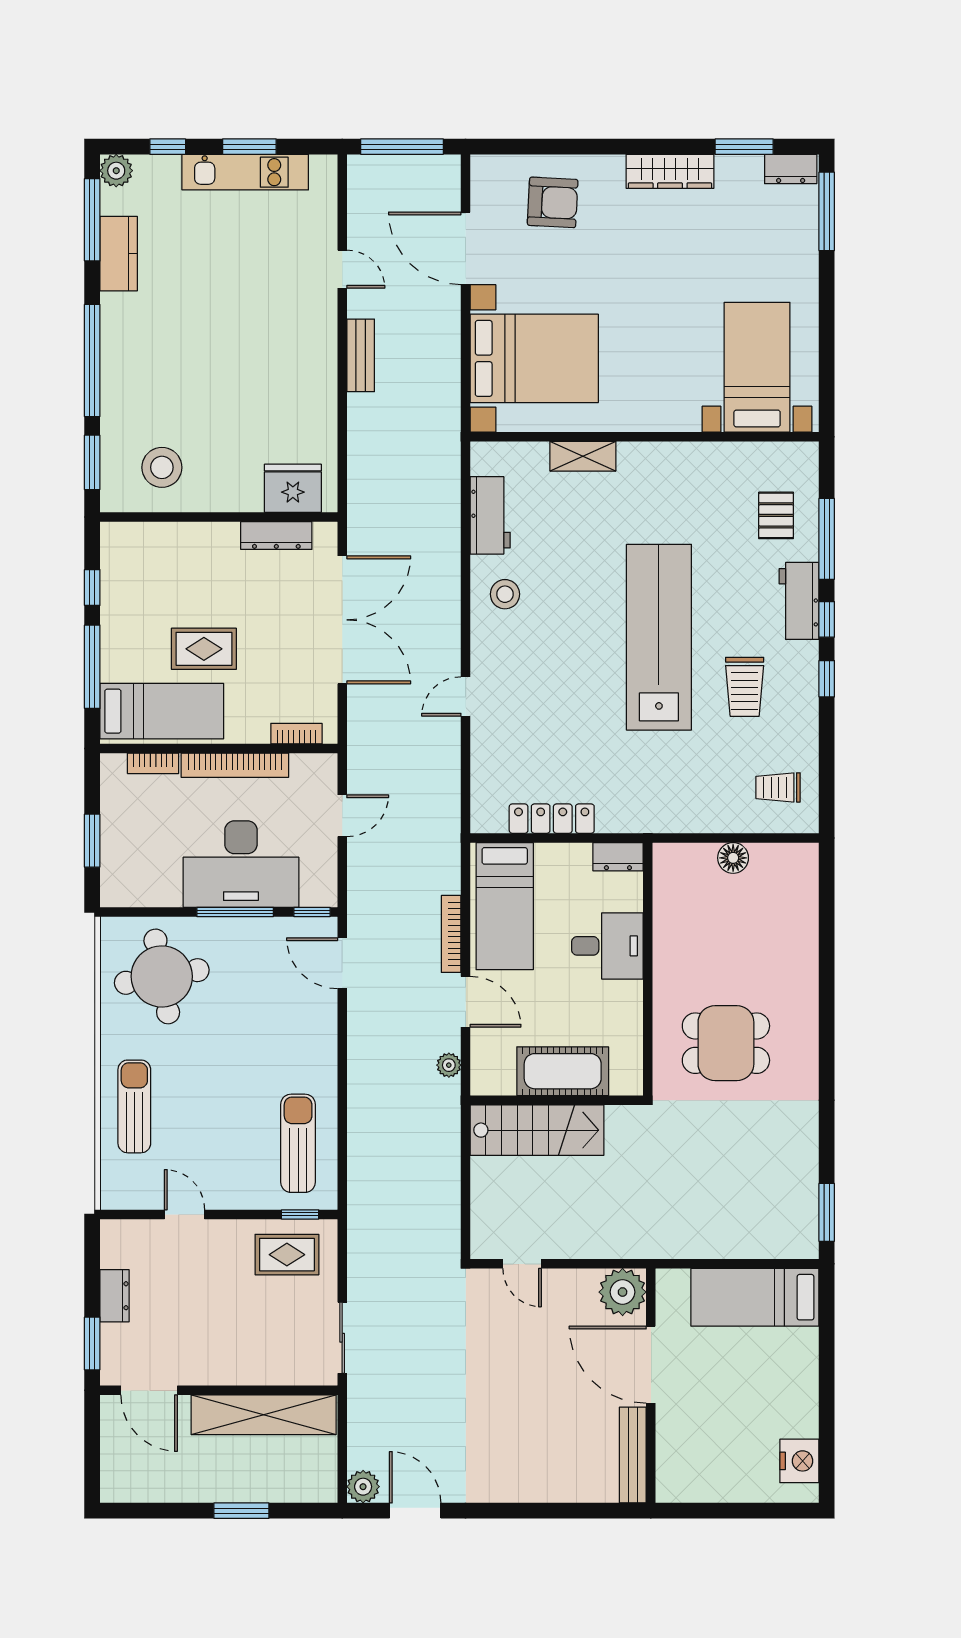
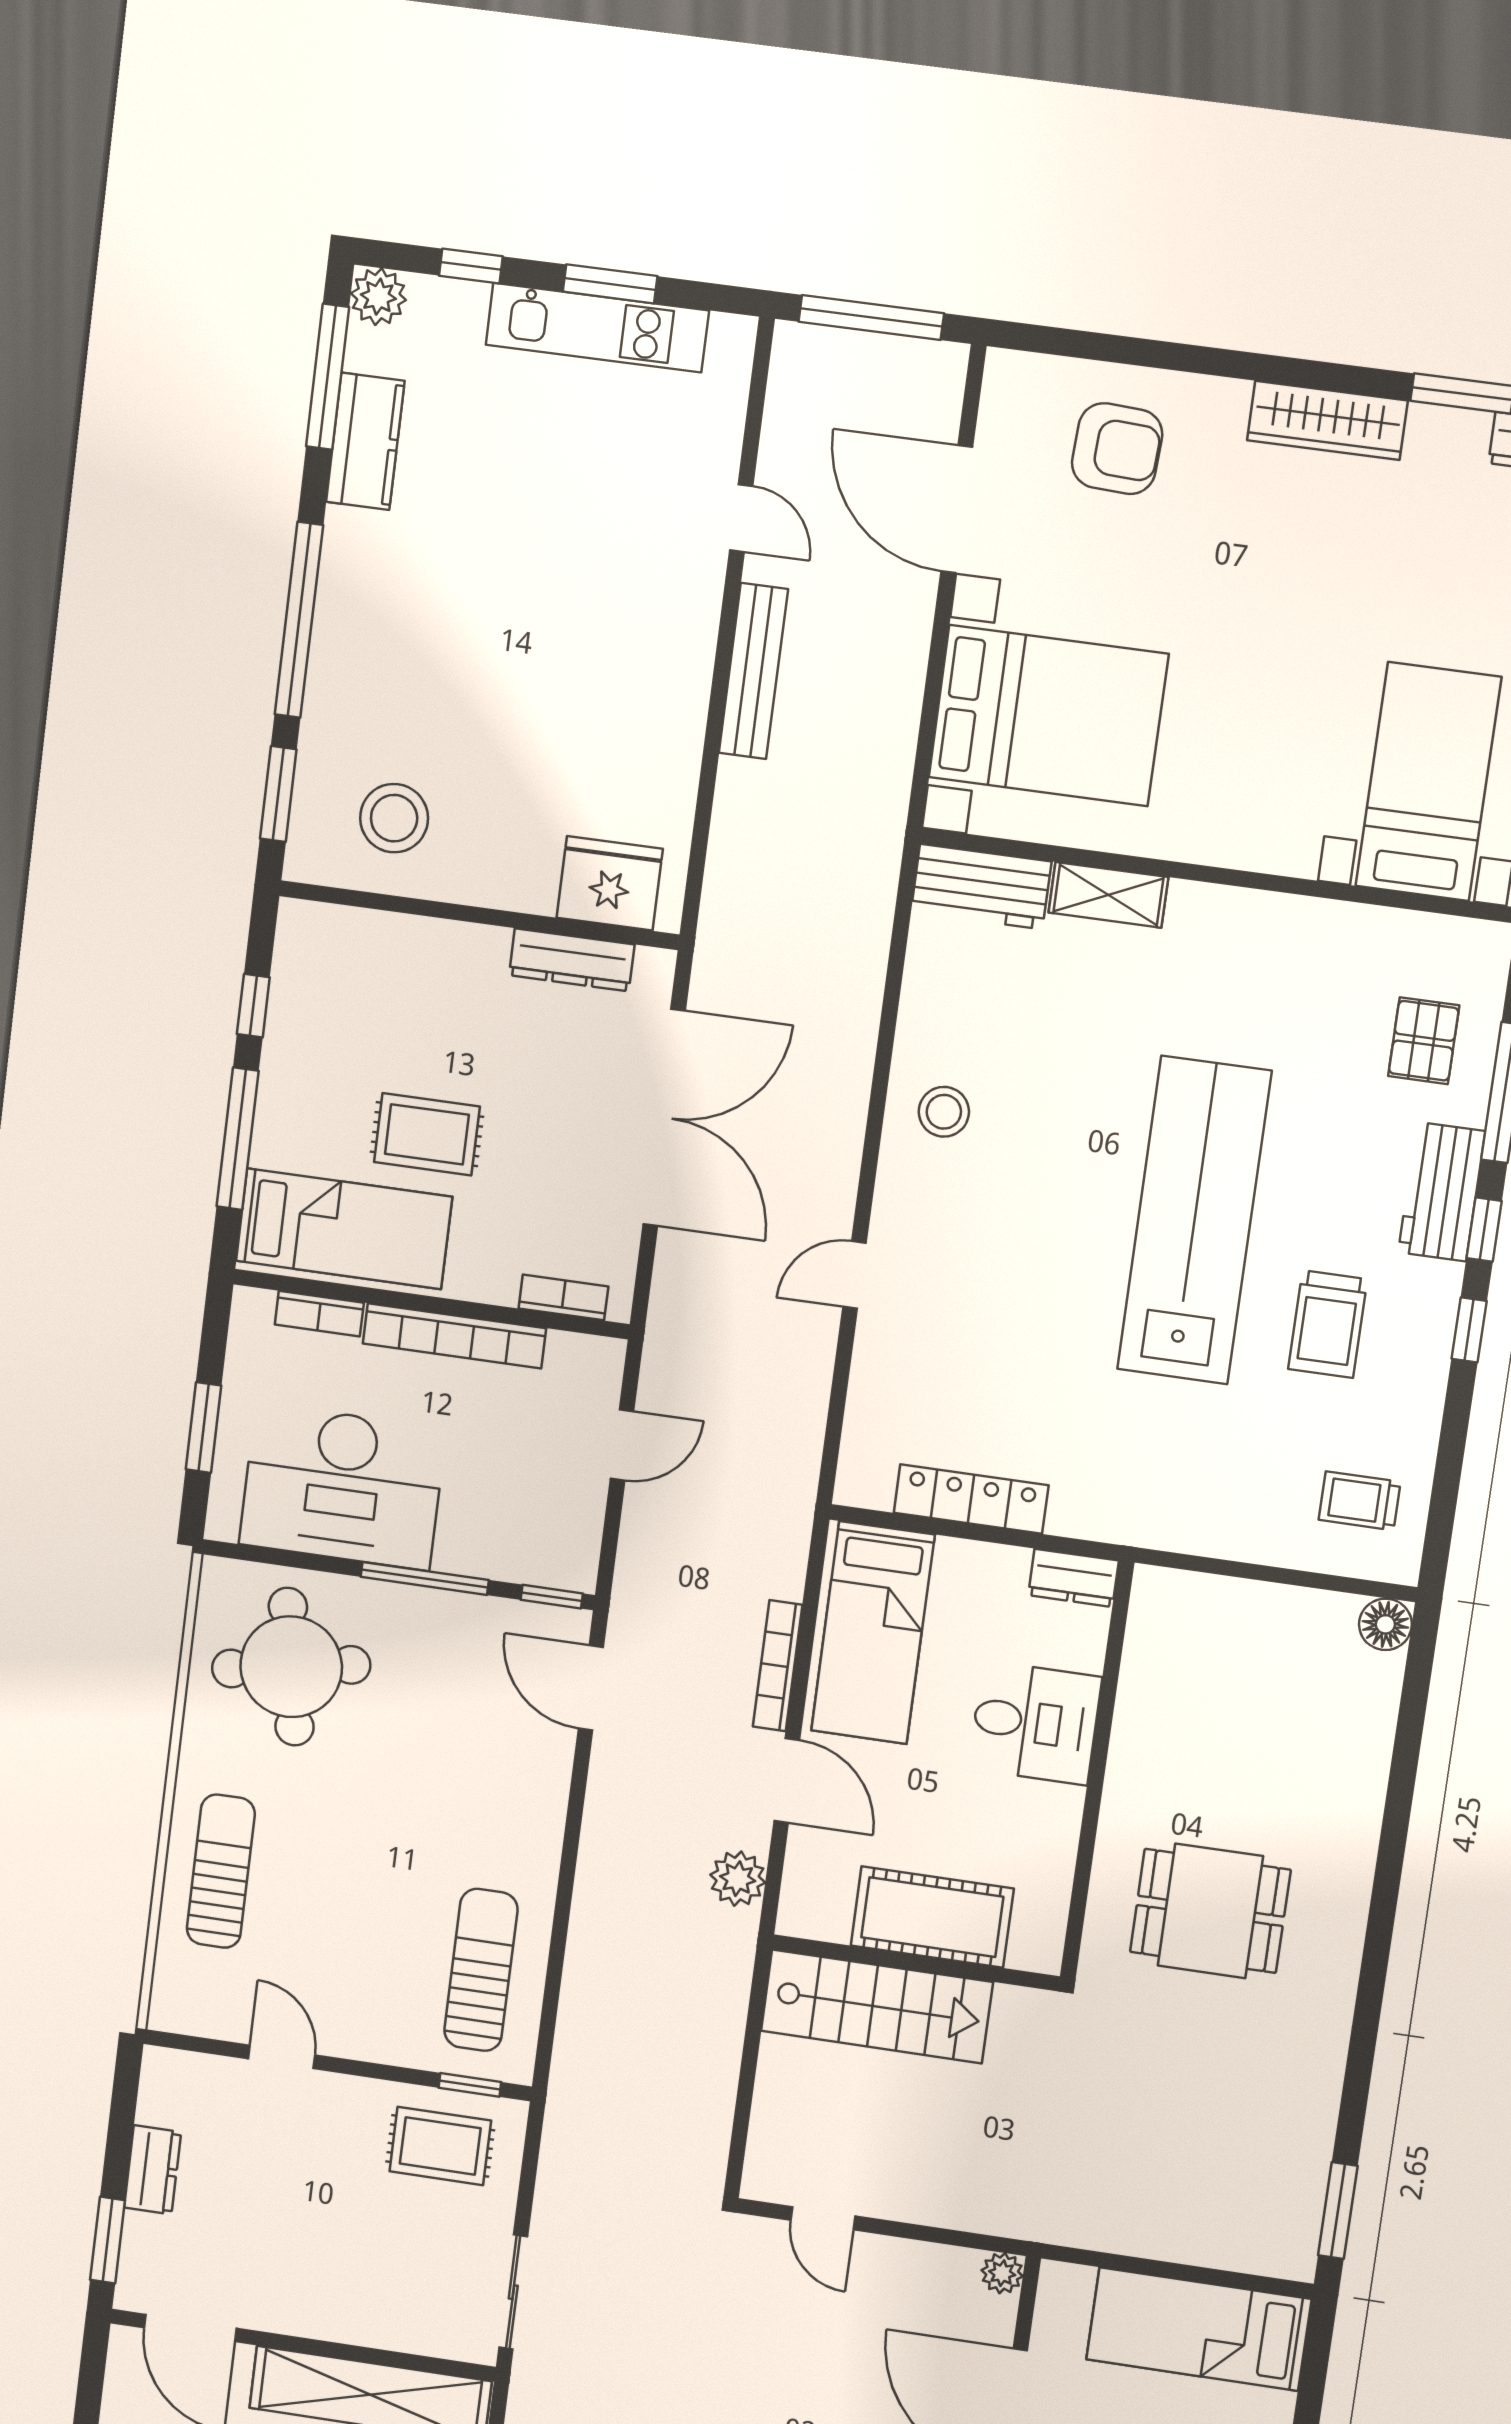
bench: (361, 355) -> (753, 671), width x1.36
workbench: (490, 515) -> (981, 887), moved, turned 90
floor lamp: (733, 858) -> (1385, 1624), moved
desk: (241, 864) -> (342, 1486), moved
plant: (449, 1065) -> (738, 1879), width x1.38, depth x1.38
plant: (623, 1292) -> (1002, 2273), width x0.53, depth x0.53

